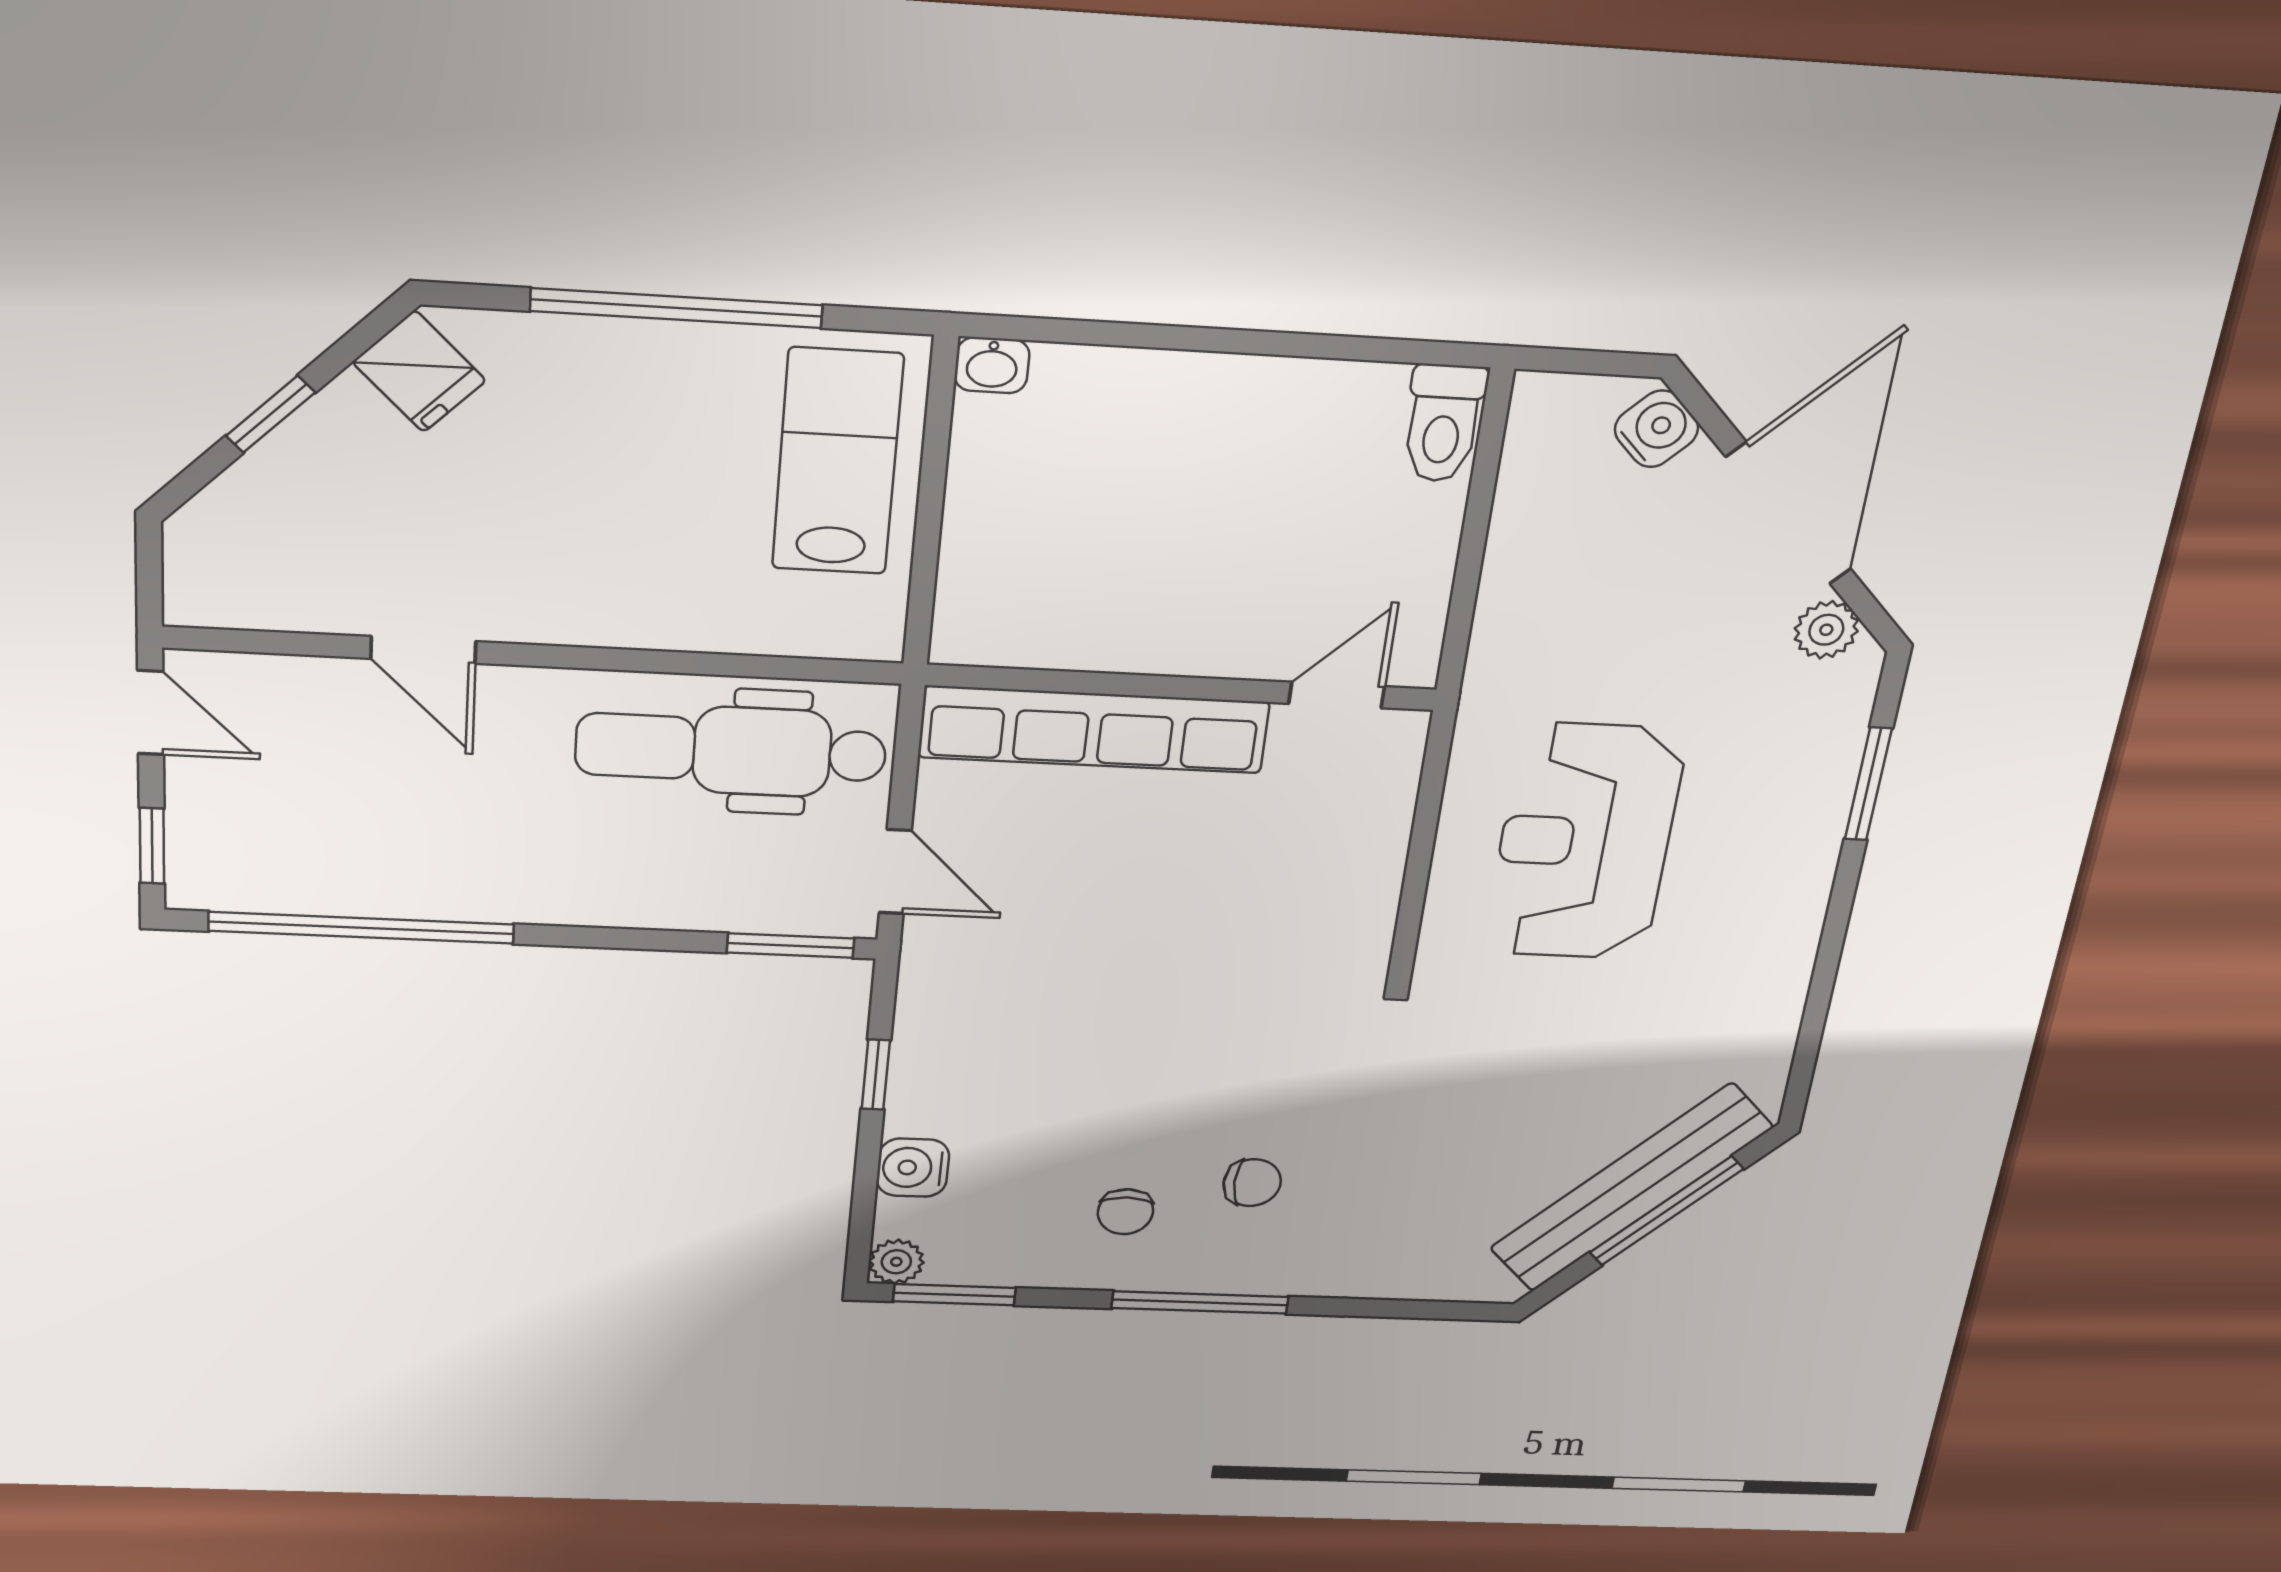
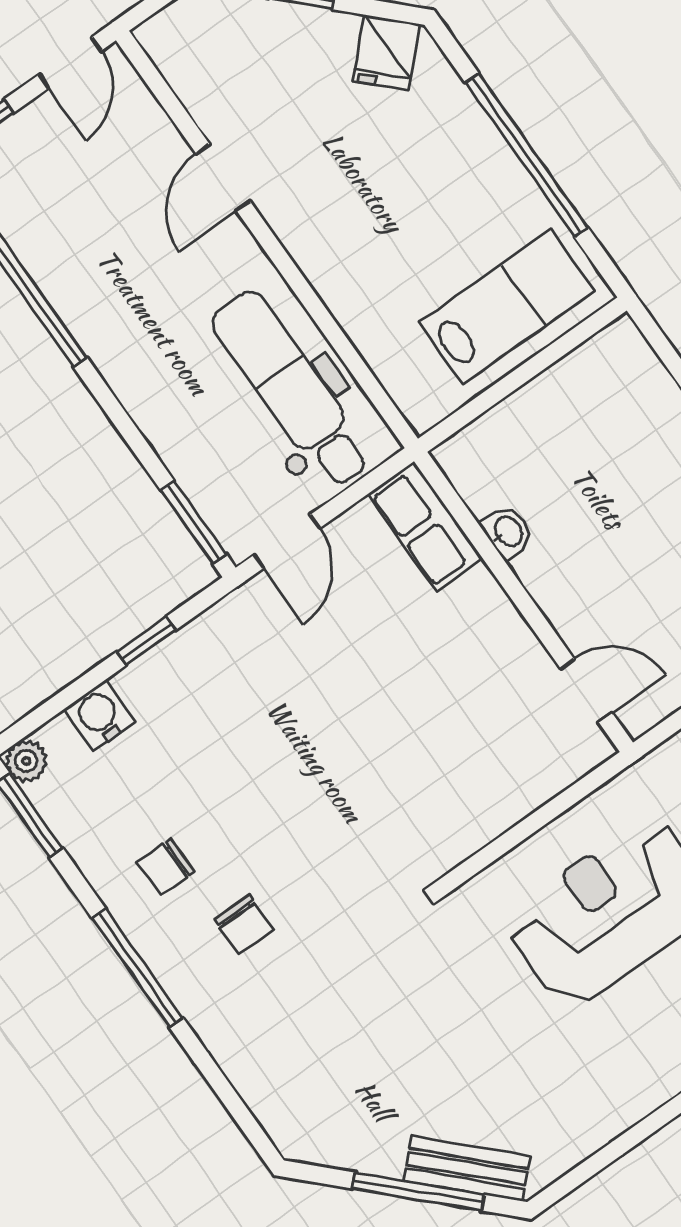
washbasin: (992, 365) -> (508, 532), moved, turned 180
row of seats: (1094, 730) -> (425, 526), width x0.50
bench: (1631, 1188) -> (467, 1168), width x0.54, depth x0.82

